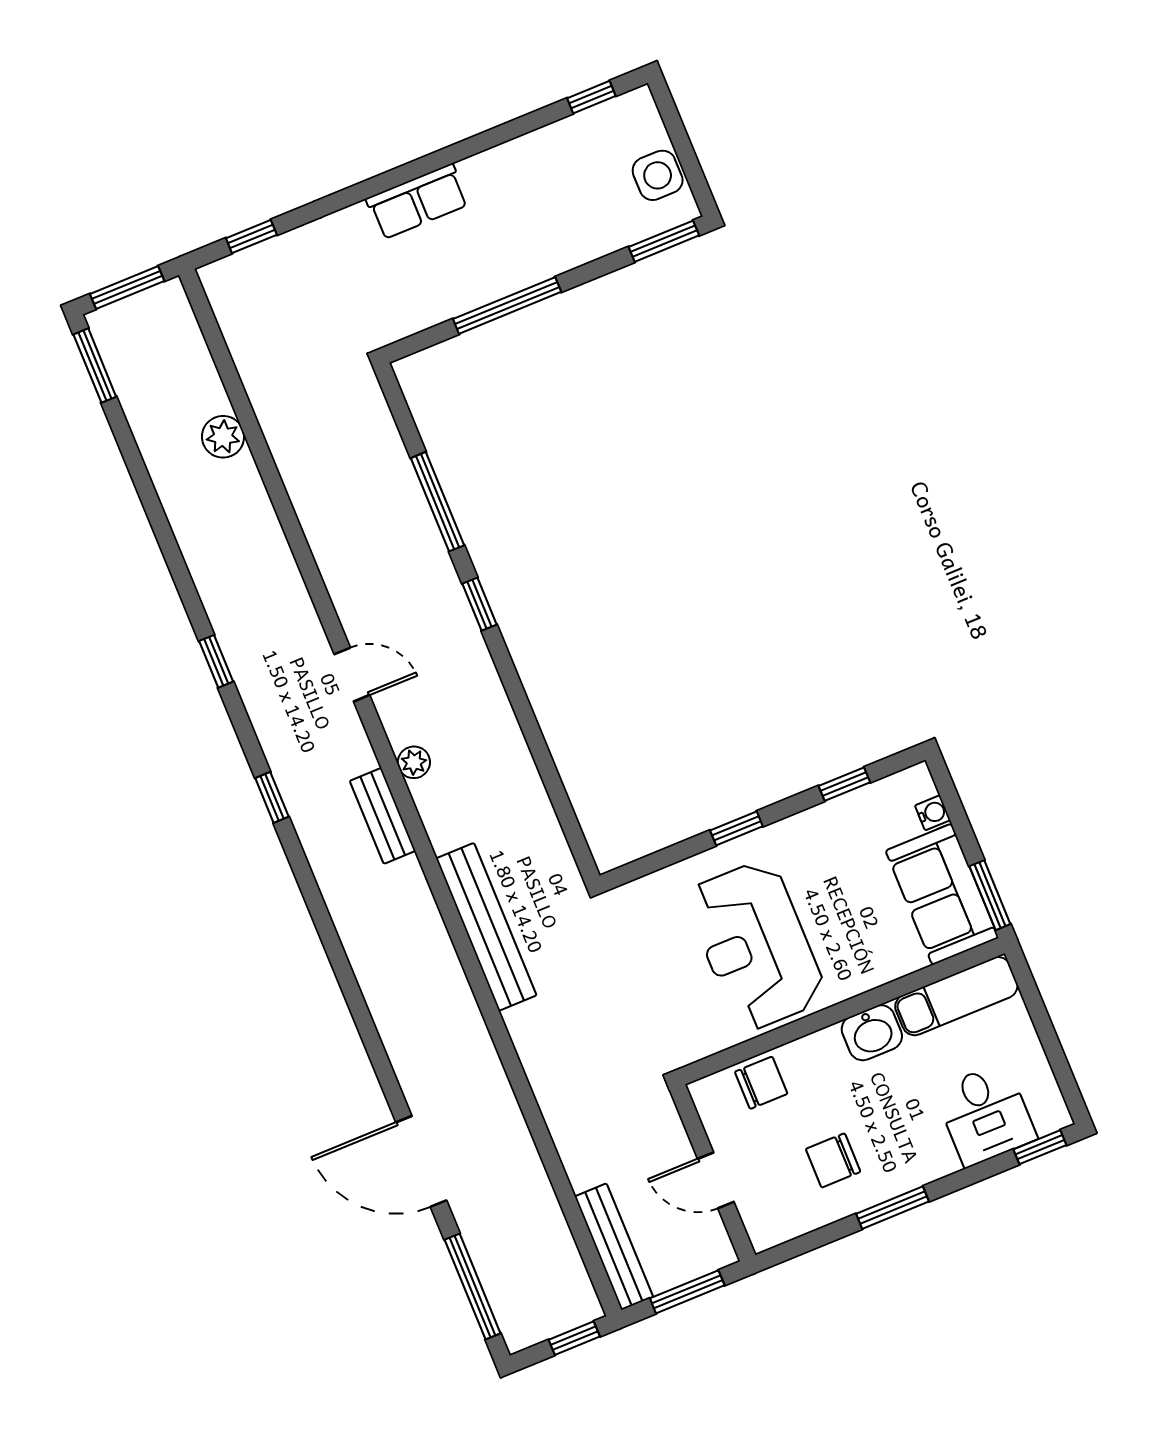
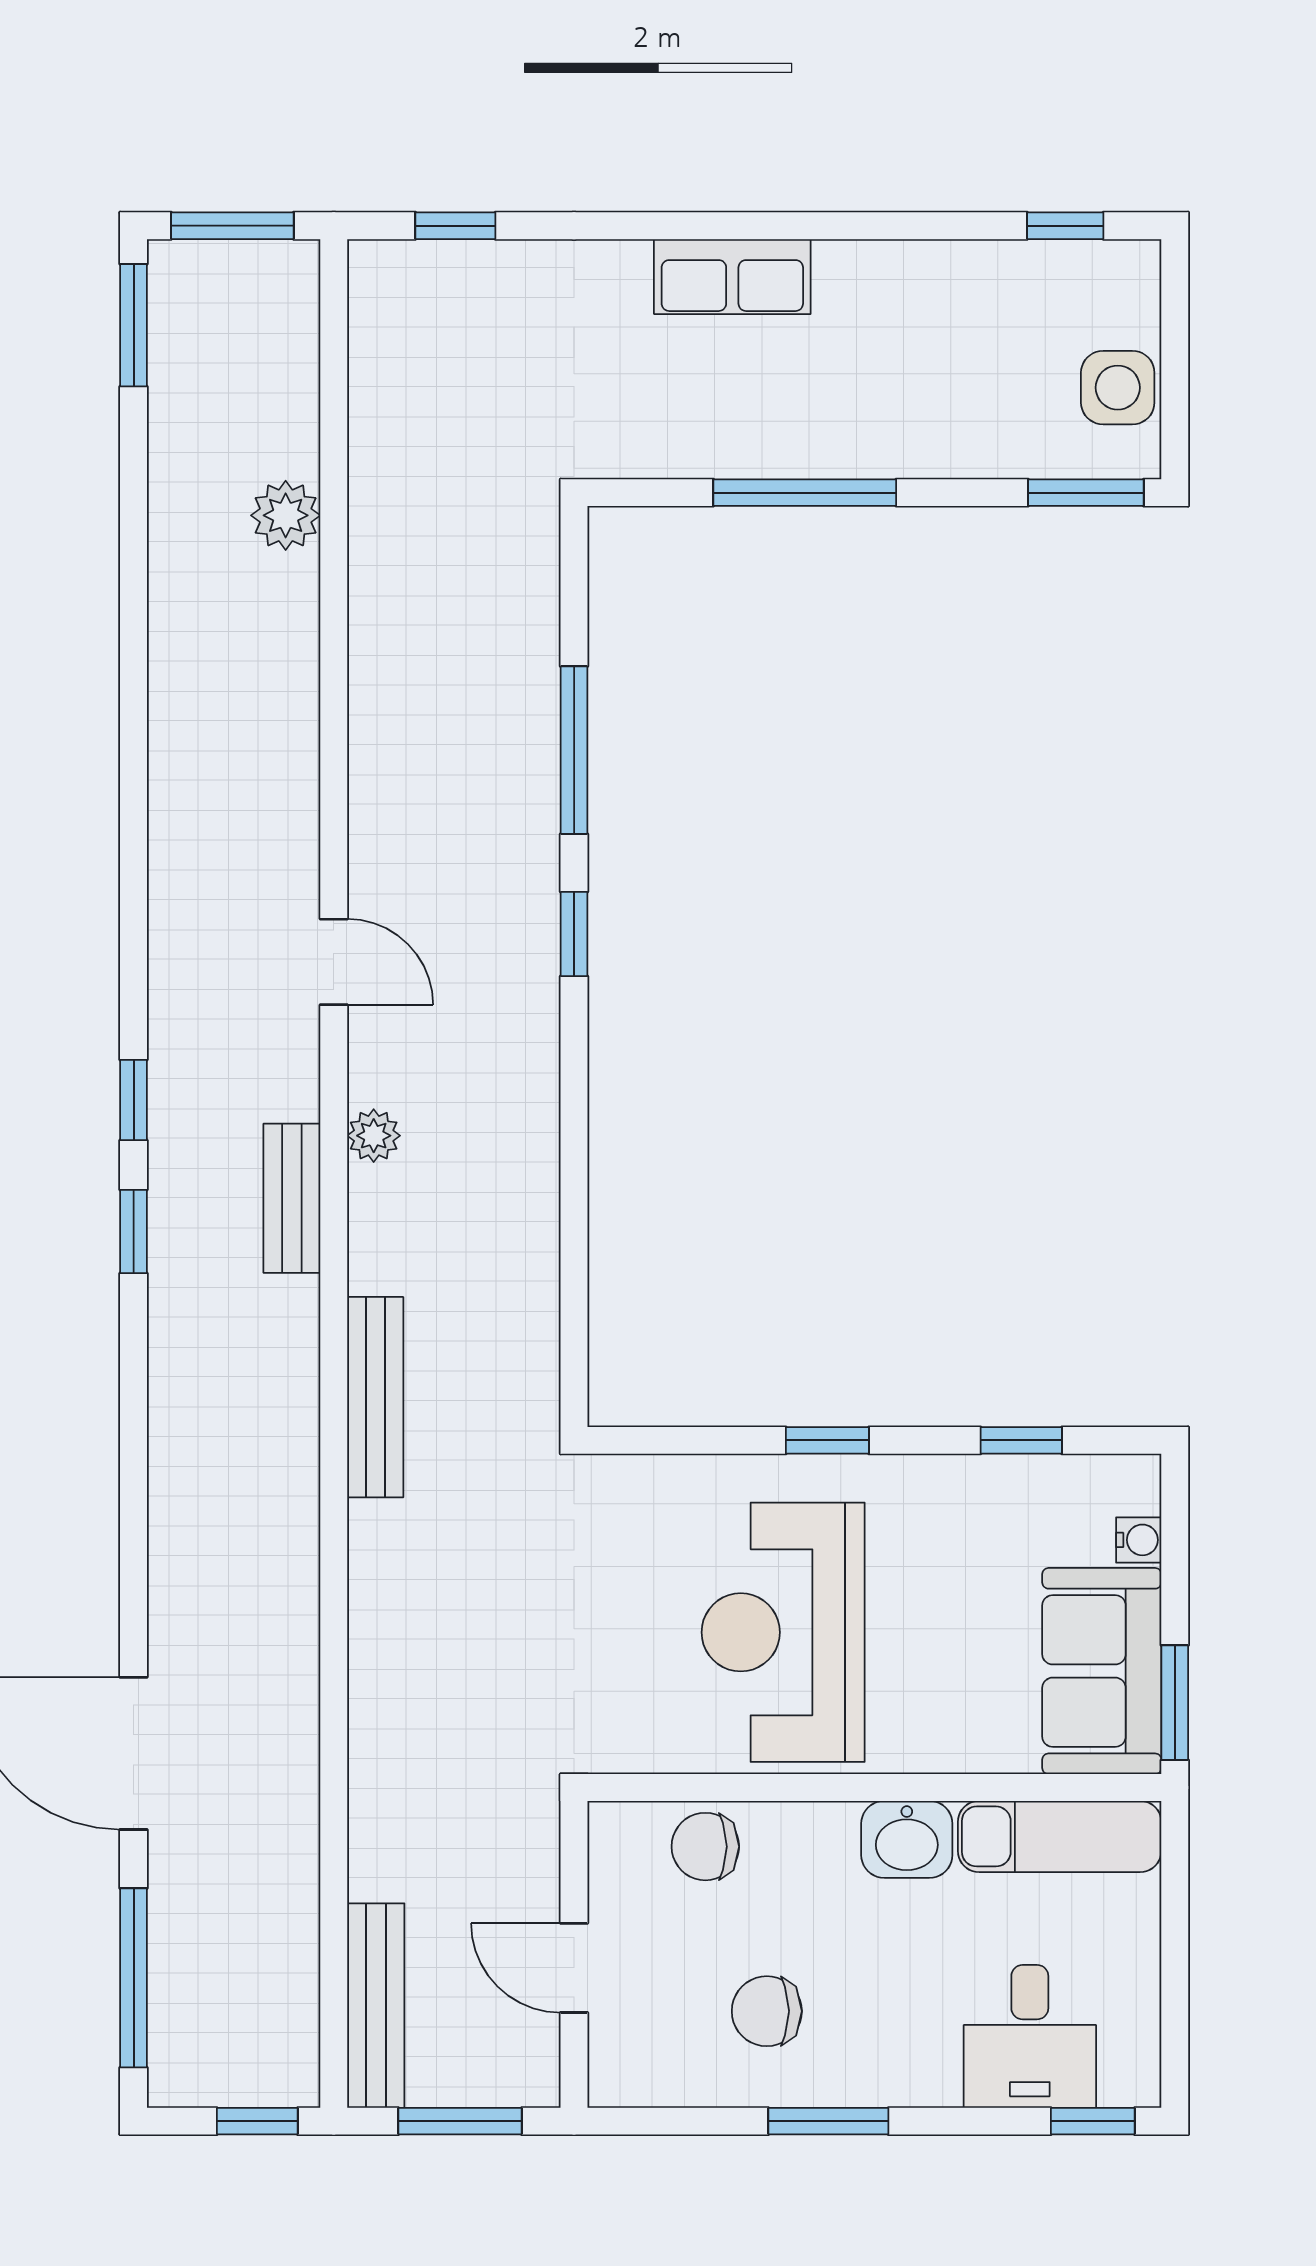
window: (216, 661) -> (134, 1232), moved
bench: (486, 927) -> (375, 1397), width x0.73, depth x0.82
chair: (761, 1083) -> (705, 1847), turned 180

